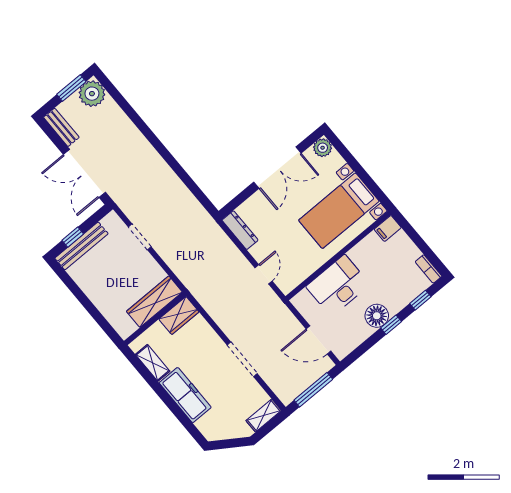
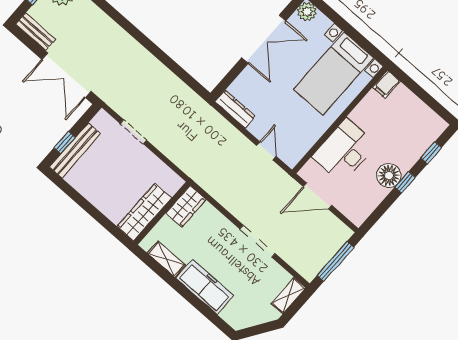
bookcase: (428, 269) -> (435, 119), removed
wardrobe: (154, 302) -> (144, 212), moved
door: (319, 340) -> (318, 196), moved

